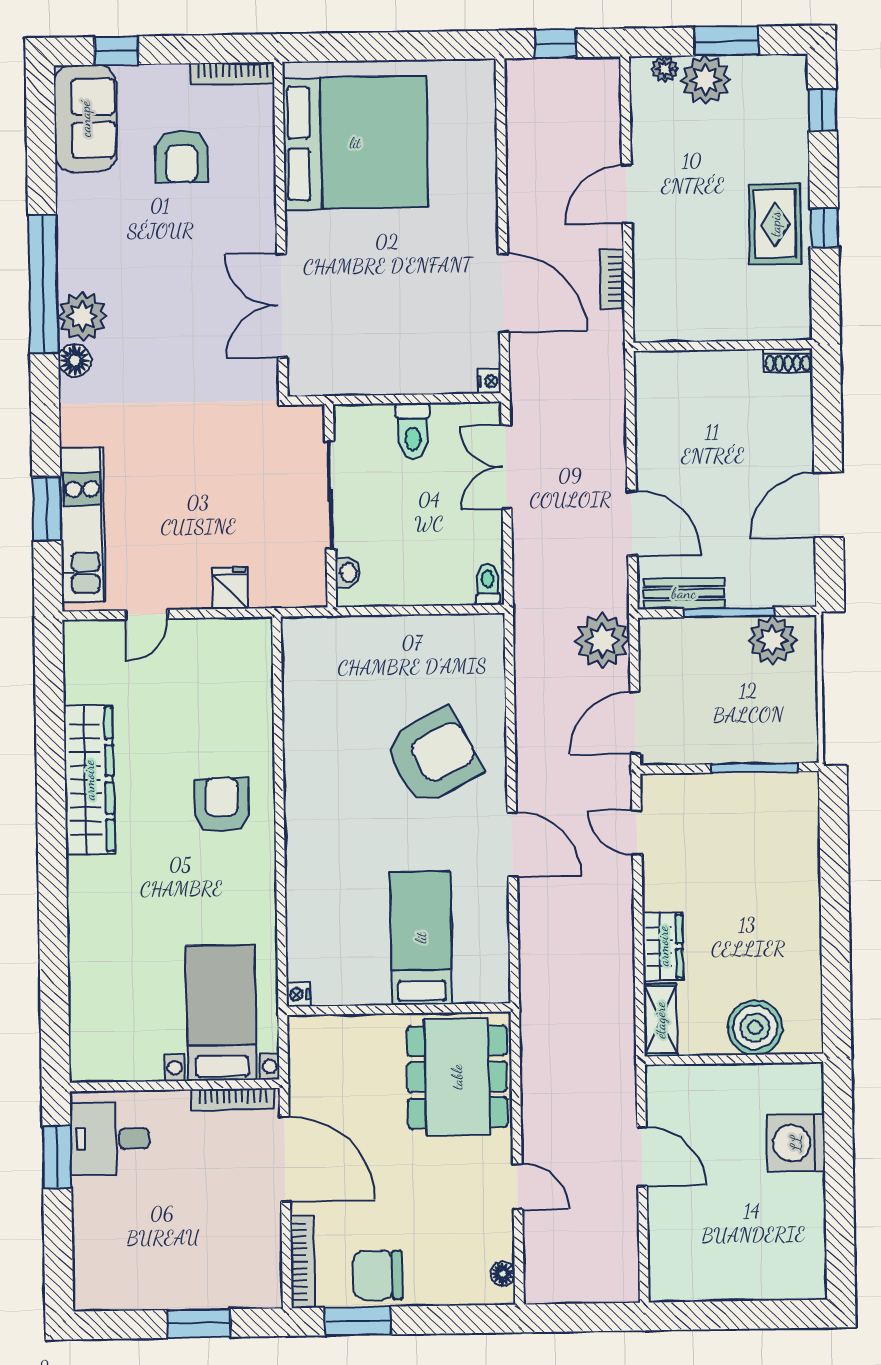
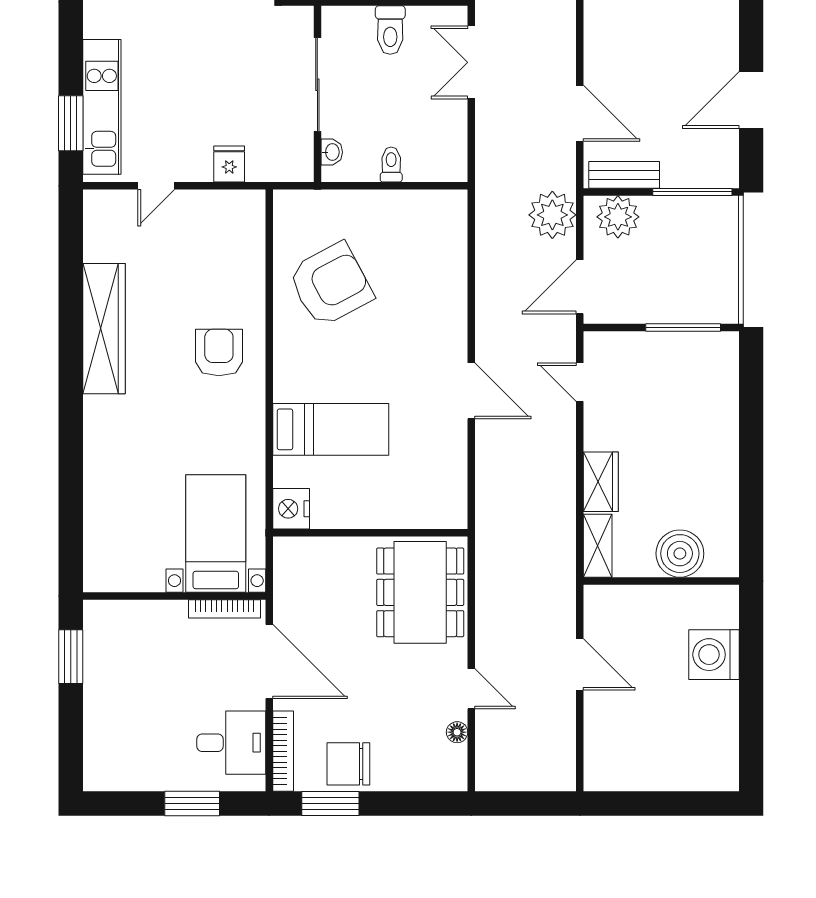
window: (47, 509) -> (71, 123), moved
toilet: (488, 585) -> (391, 165), moved
window: (729, 612) -> (692, 192), moved
plant: (772, 640) -> (618, 217), moved
armchair: (433, 757) -> (331, 284), moved
bed: (421, 938) -> (331, 429), moved, turned 90
nightstand: (298, 994) -> (291, 509), width x1.89, depth x1.79
desk: (110, 1139) -> (231, 743), moved, turned 180
floor lamp: (503, 1274) -> (457, 732), moved

